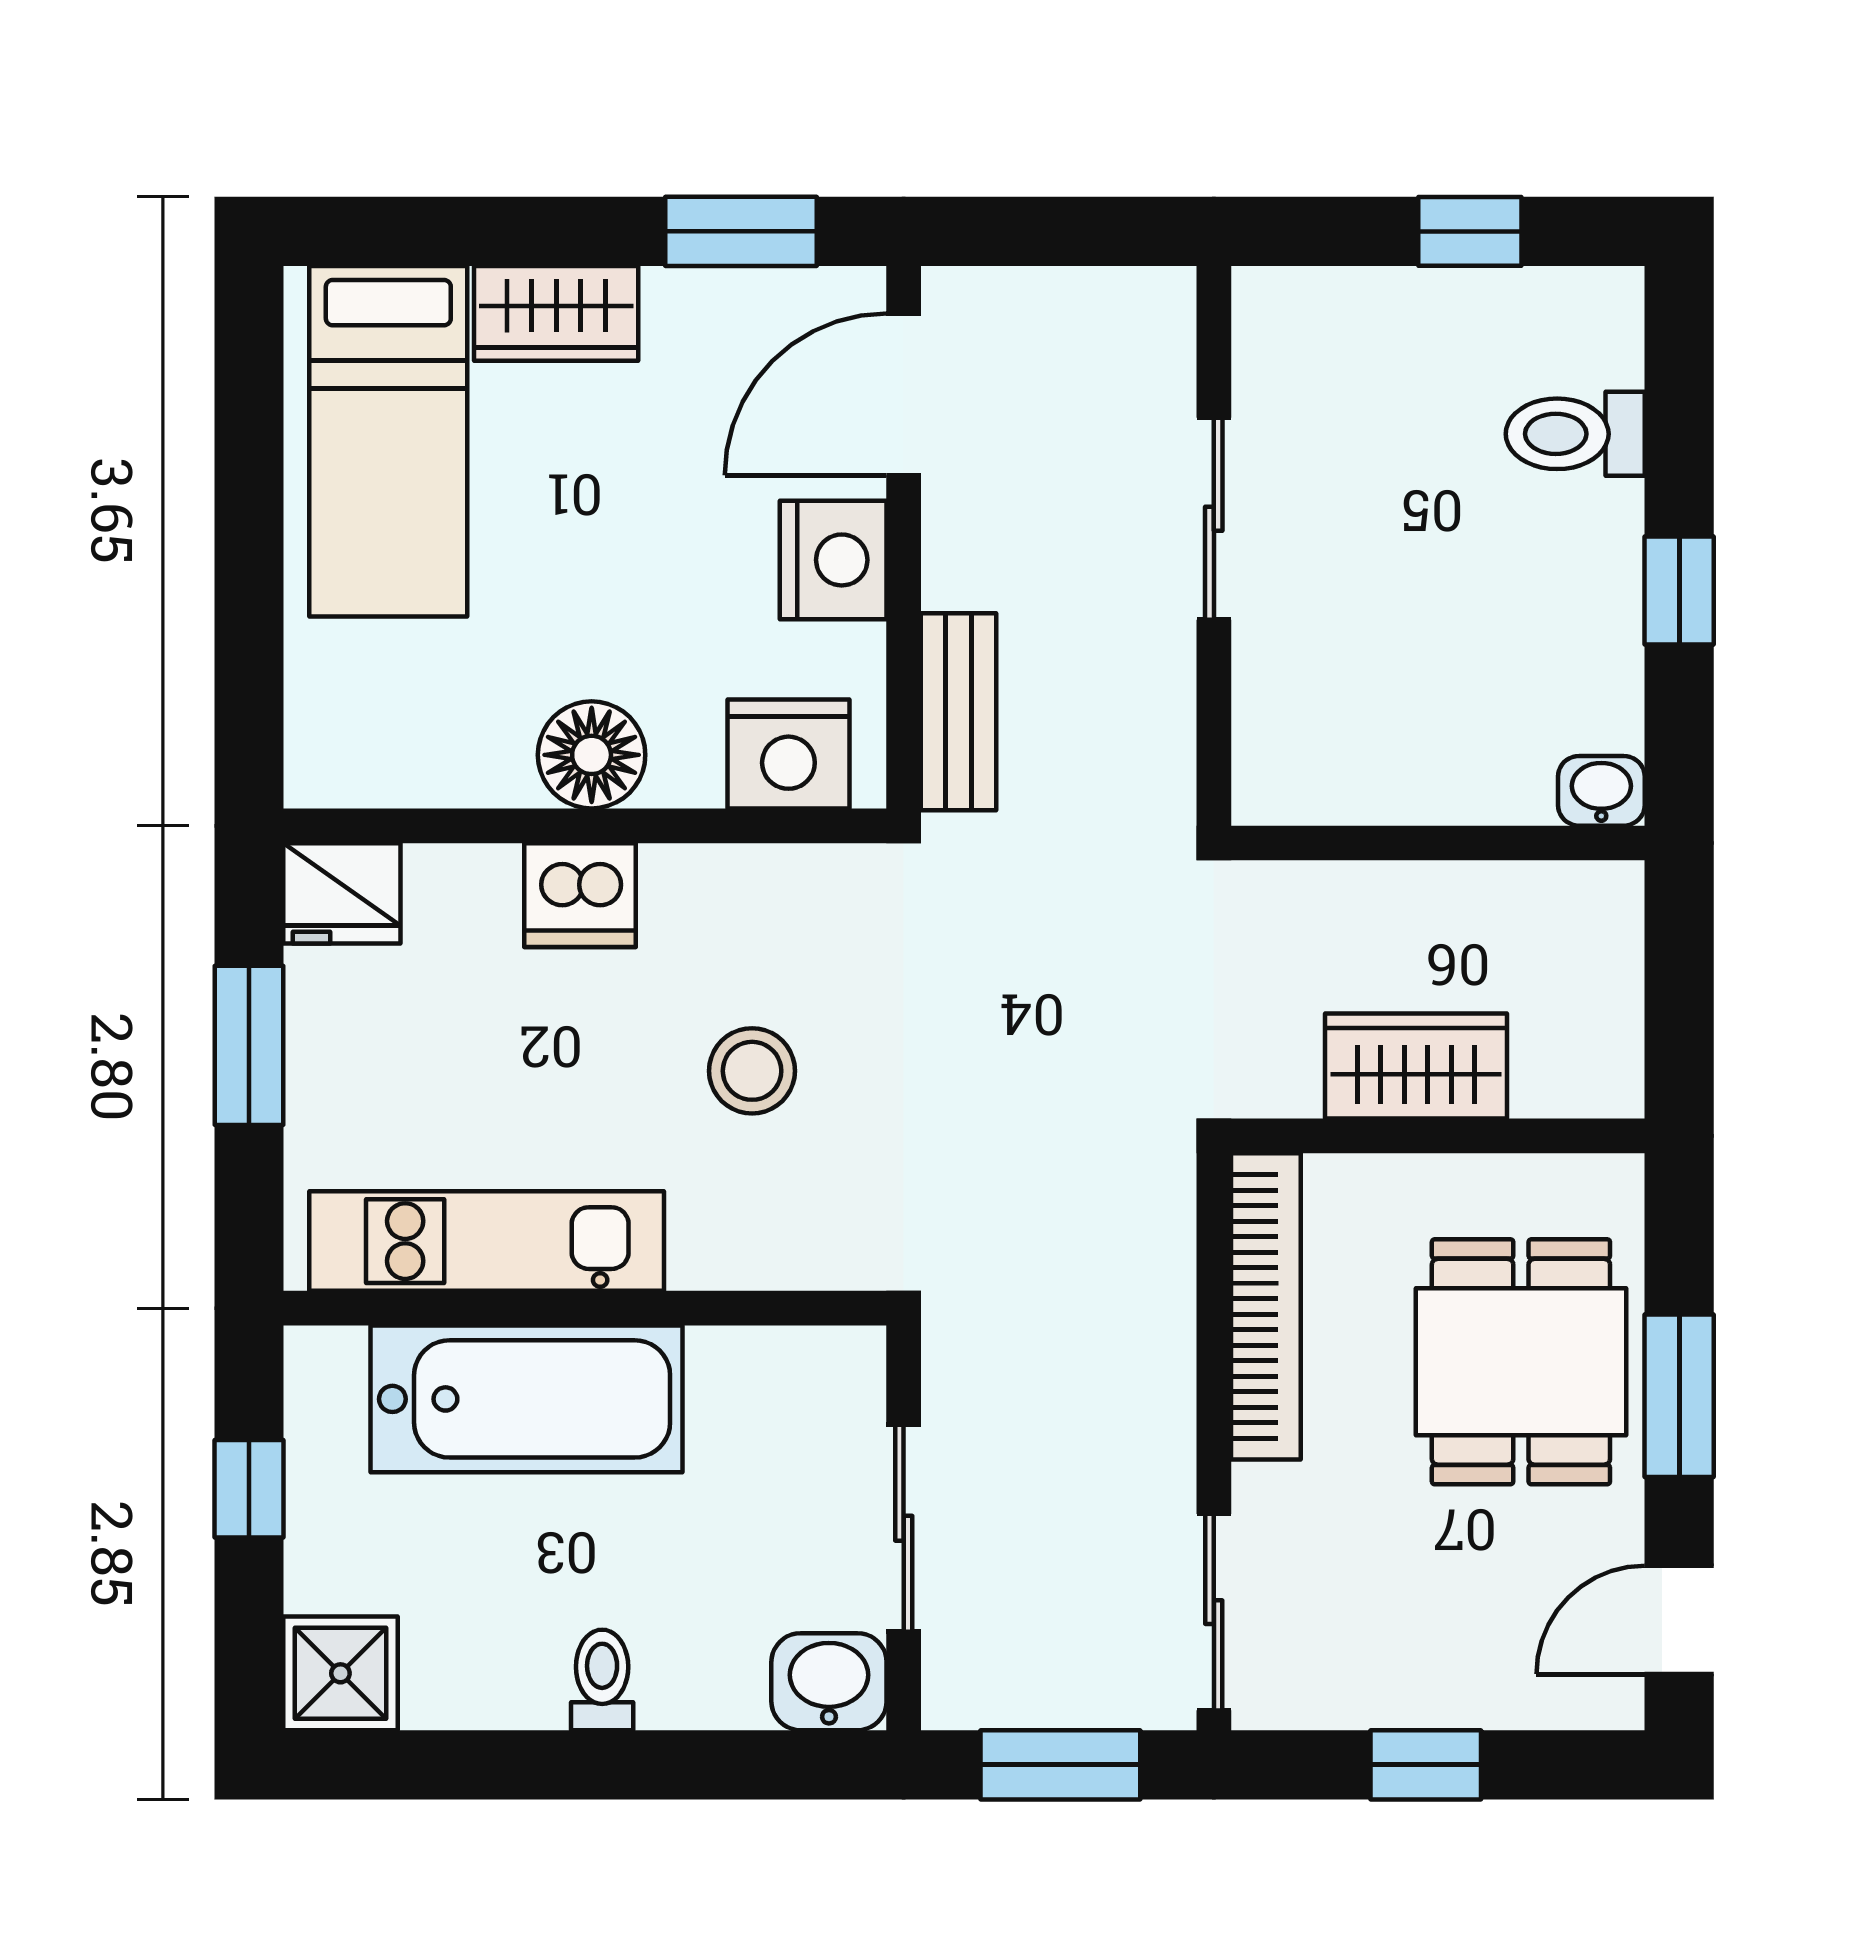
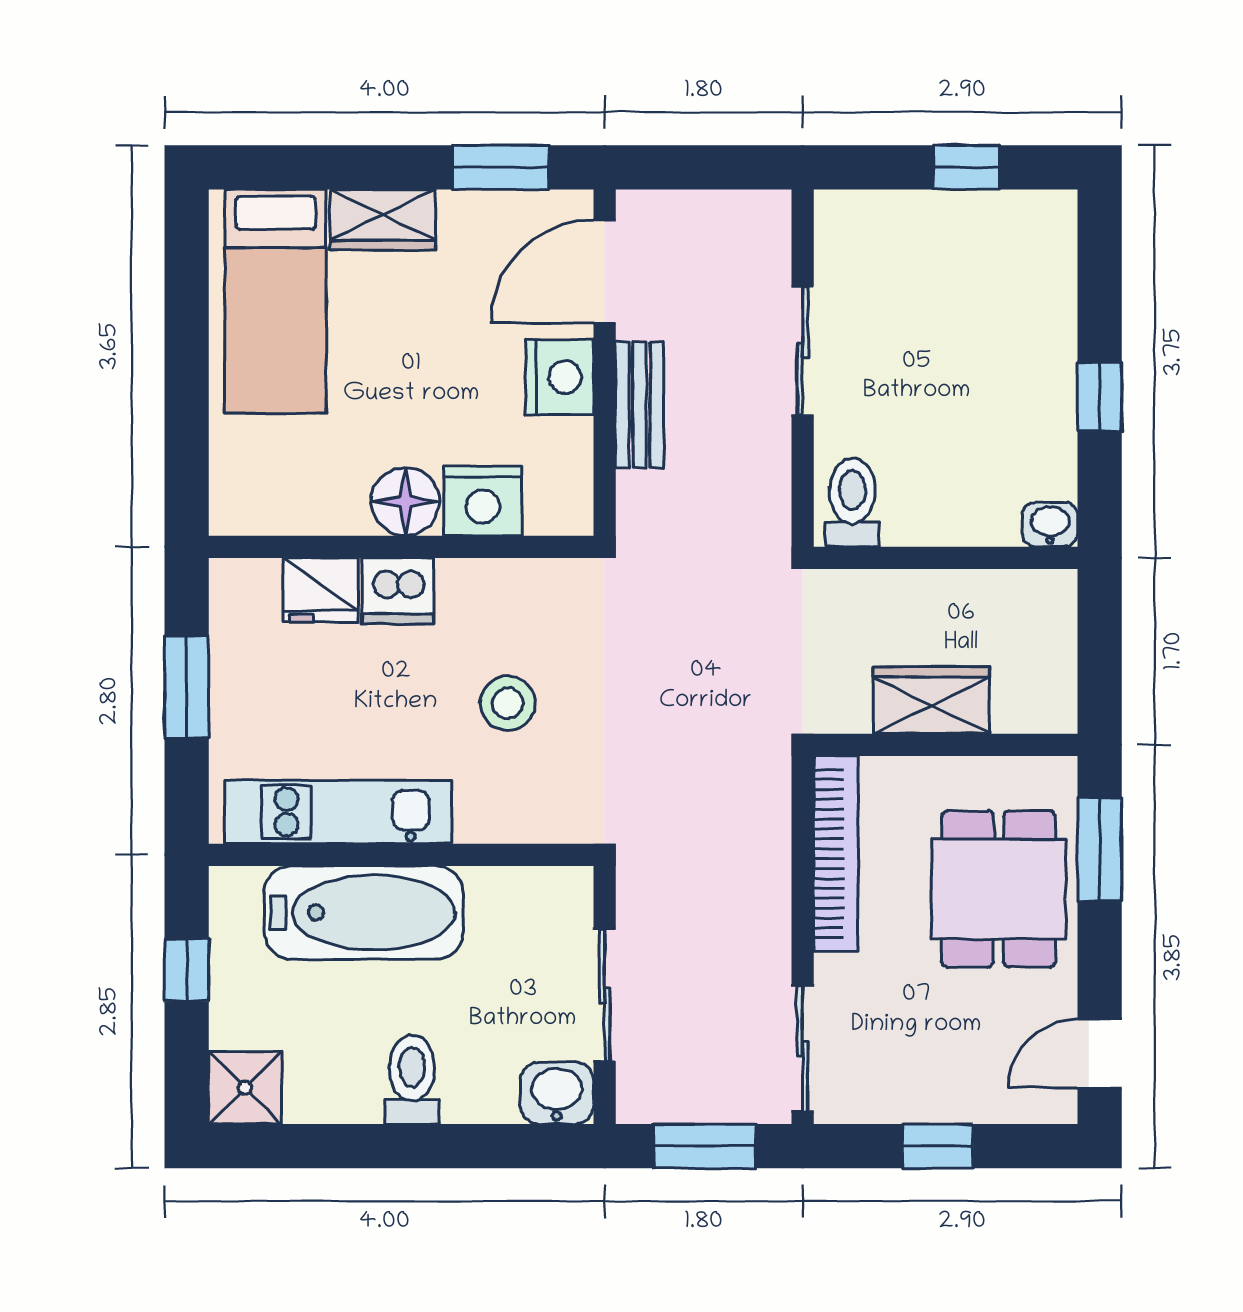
toilet: (1575, 434) -> (852, 502), moved, turned 90
bench: (959, 712) -> (640, 405), moved
nightstand: (788, 754) -> (483, 501), moved
fridge: (342, 893) -> (321, 590), moved
window: (1679, 1396) -> (1100, 849), moved
toilet: (602, 1680) -> (412, 1080), width x1.37, depth x1.39

